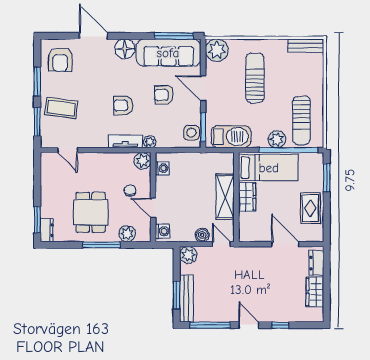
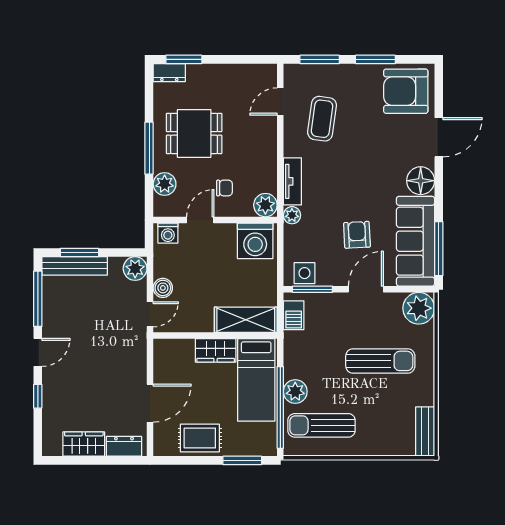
armchair: (60, 60) -> (406, 91), width x1.36, depth x1.36
armchair: (123, 105) -> (342, 179), removed
coffee table: (61, 108) -> (322, 119), moved
barbecue: (231, 137) -> (294, 315), width x0.53, depth x0.65
washing machine: (162, 168) -> (255, 241), width x1.89, depth x1.89
shelving: (225, 197) -> (246, 320), moved

